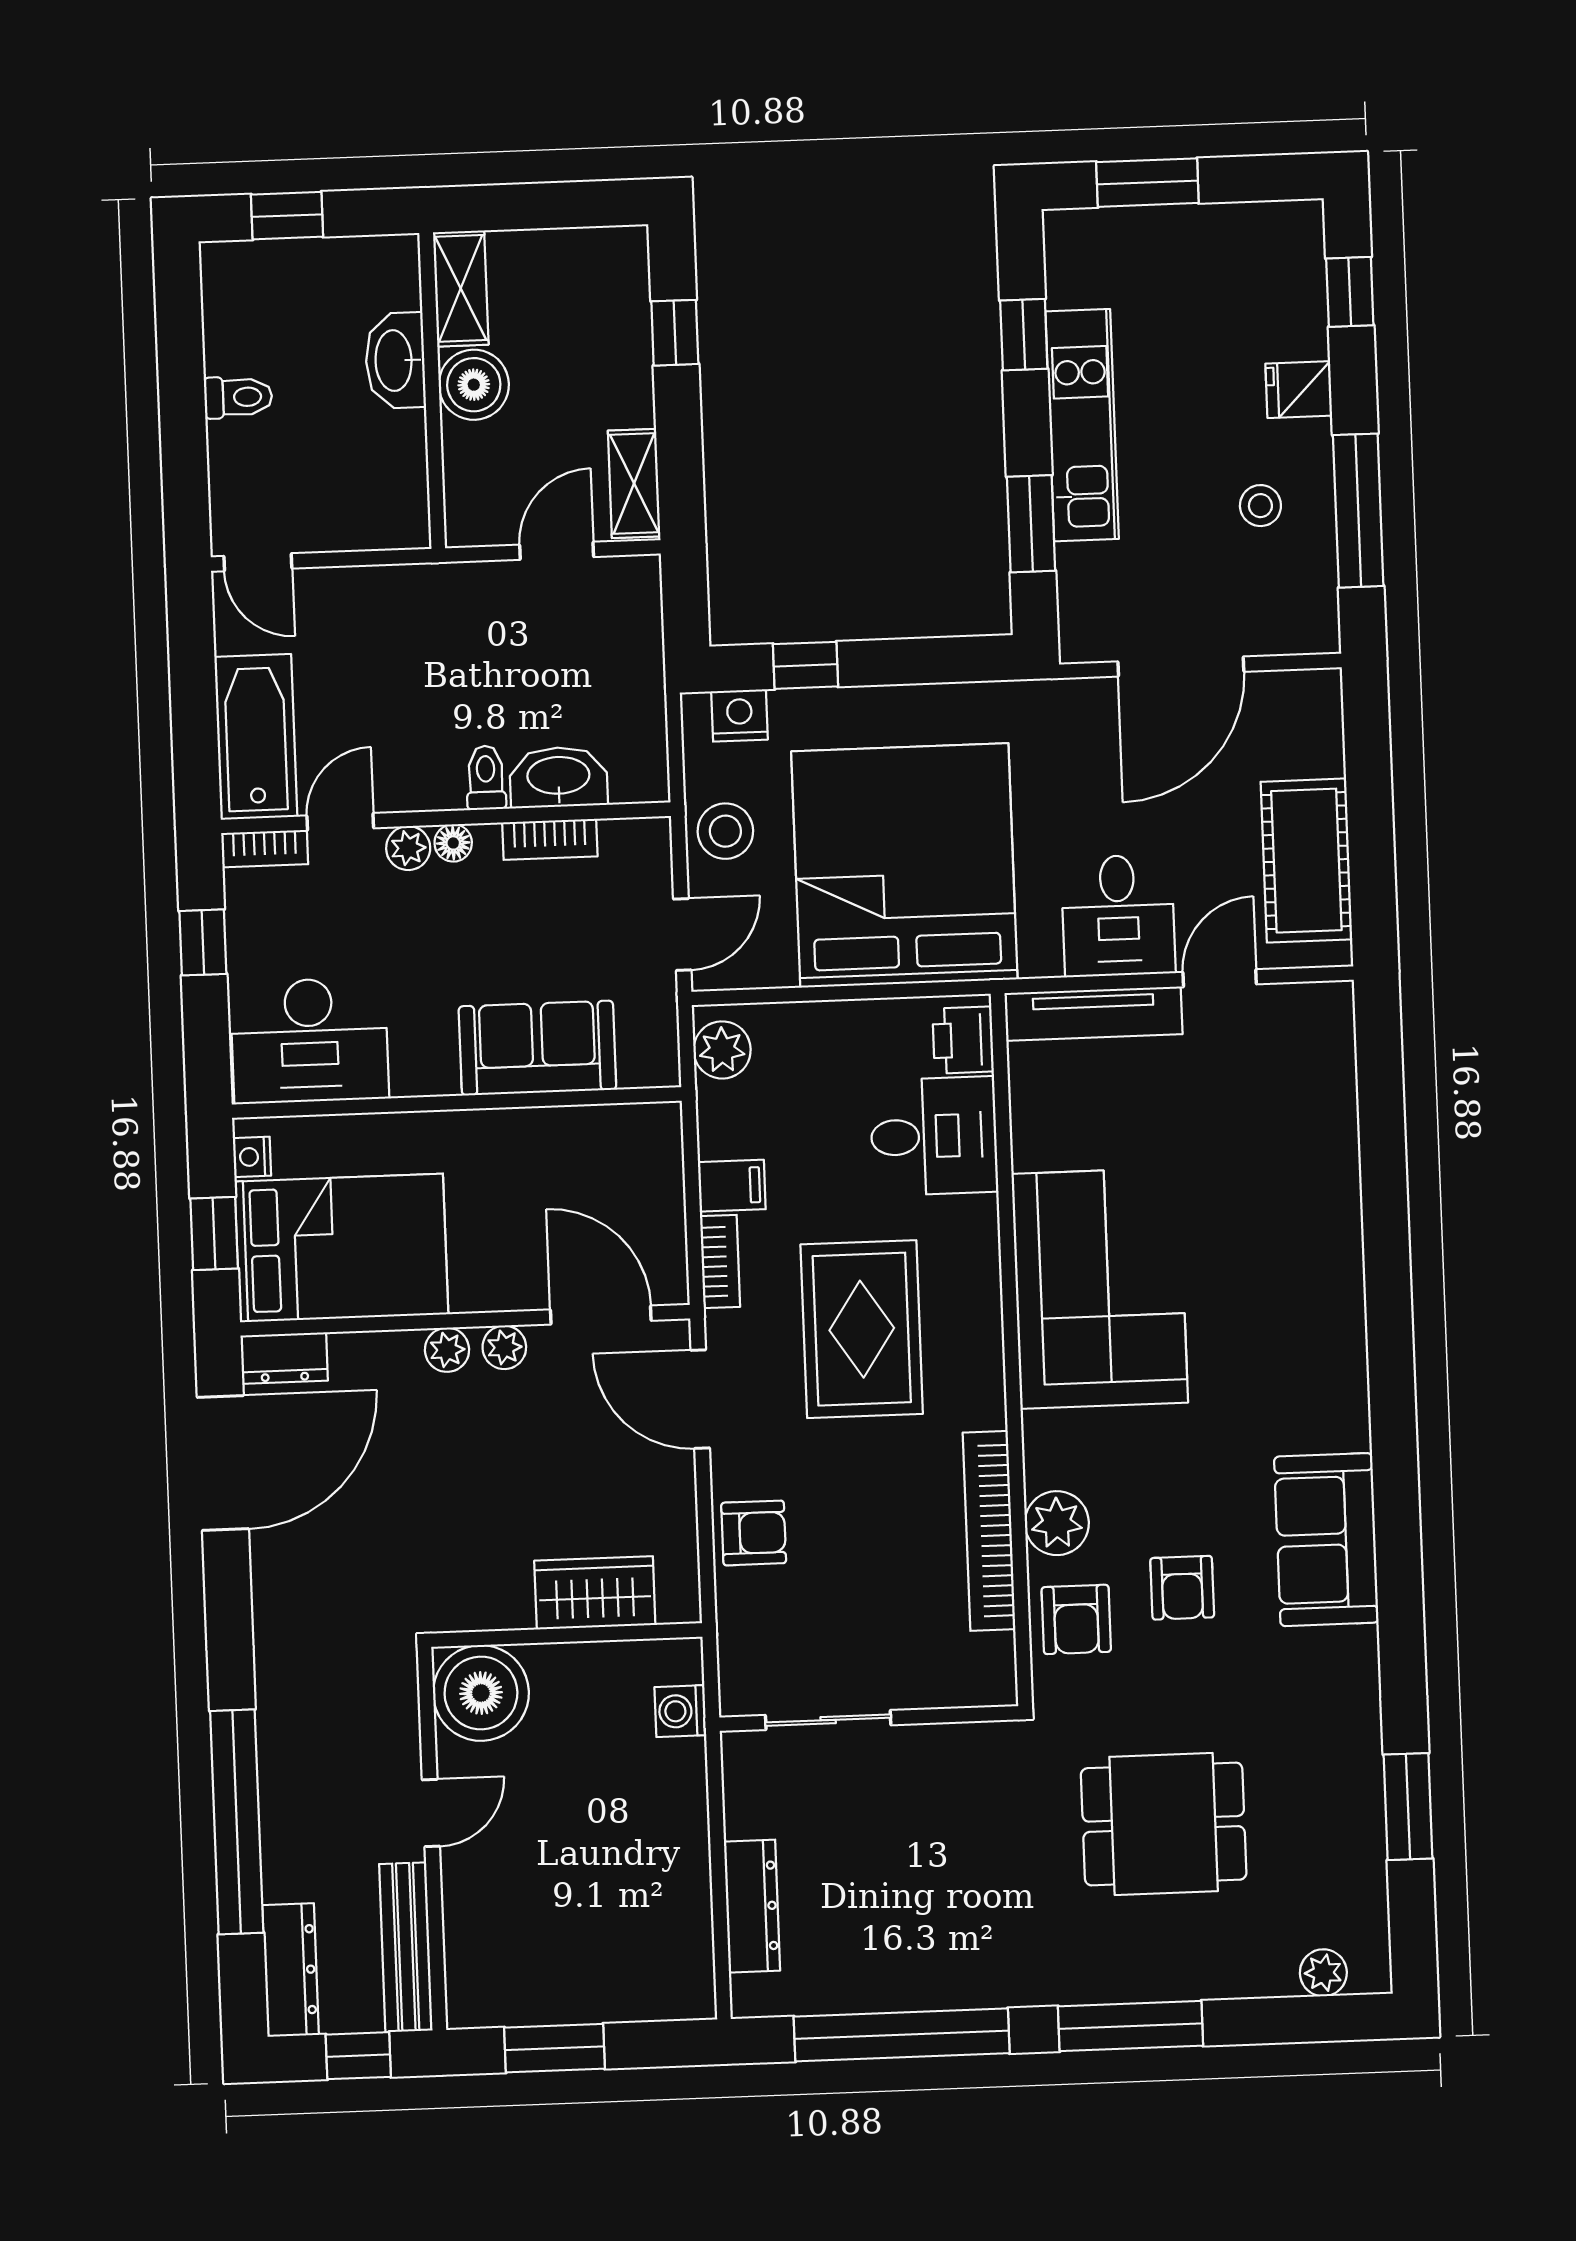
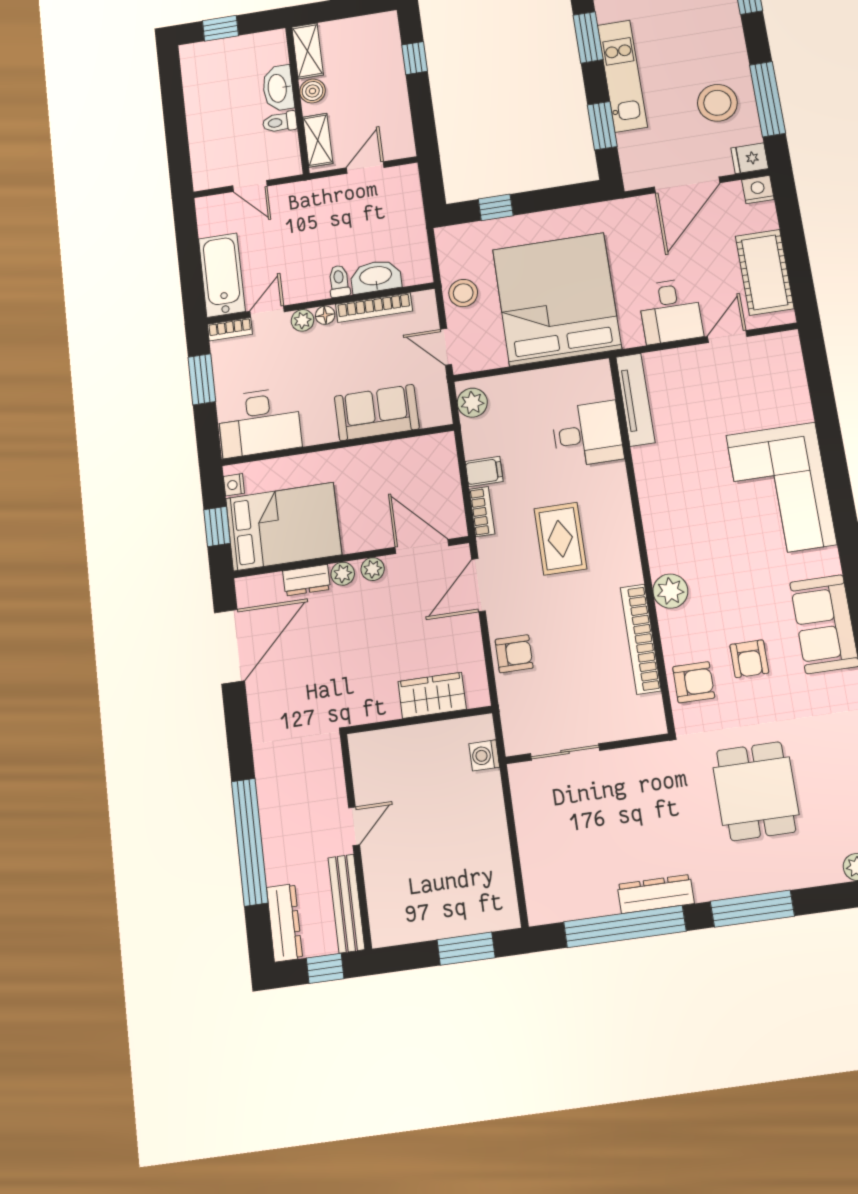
window: (1024, 335) -> (588, 37), width x1.50
boiler: (474, 385) -> (312, 91), width x0.73, depth x0.73
fridge: (1299, 390) -> (750, 158), moved
toilet: (238, 397) -> (280, 122), moved, turned 180
shelving: (634, 484) -> (318, 140), moved
stool: (1260, 506) -> (717, 103), width x1.89, depth x1.89
door: (258, 562) -> (250, 186), moved
nightstand: (740, 715) -> (758, 190), moved
bookcase: (550, 839) -> (374, 308), width x1.56
door: (682, 934) -> (446, 347), swing flipped
window: (203, 942) -> (202, 379), width x1.50
tv unit: (1093, 1014) -> (635, 400), moved, turned -90
printer: (963, 1040) -> (597, 383), removed
corner sofa: (1100, 1288) -> (781, 490), moved, turned 180
rug: (862, 1329) -> (560, 539), width x0.73, depth x0.70
dresser: (284, 1358) -> (307, 580), moved
door: (700, 1399) -> (478, 585), hinge flipped
plant: (1057, 1523) -> (670, 591), moved
armchair: (1076, 1619) -> (694, 682), turned -90
boiler: (481, 1693) -> (376, 757), removed
dining table: (1164, 1824) -> (756, 791), turned 90
dresser: (752, 1906) -> (656, 894), moved, turned -90
window: (554, 2048) -> (466, 949), moved

